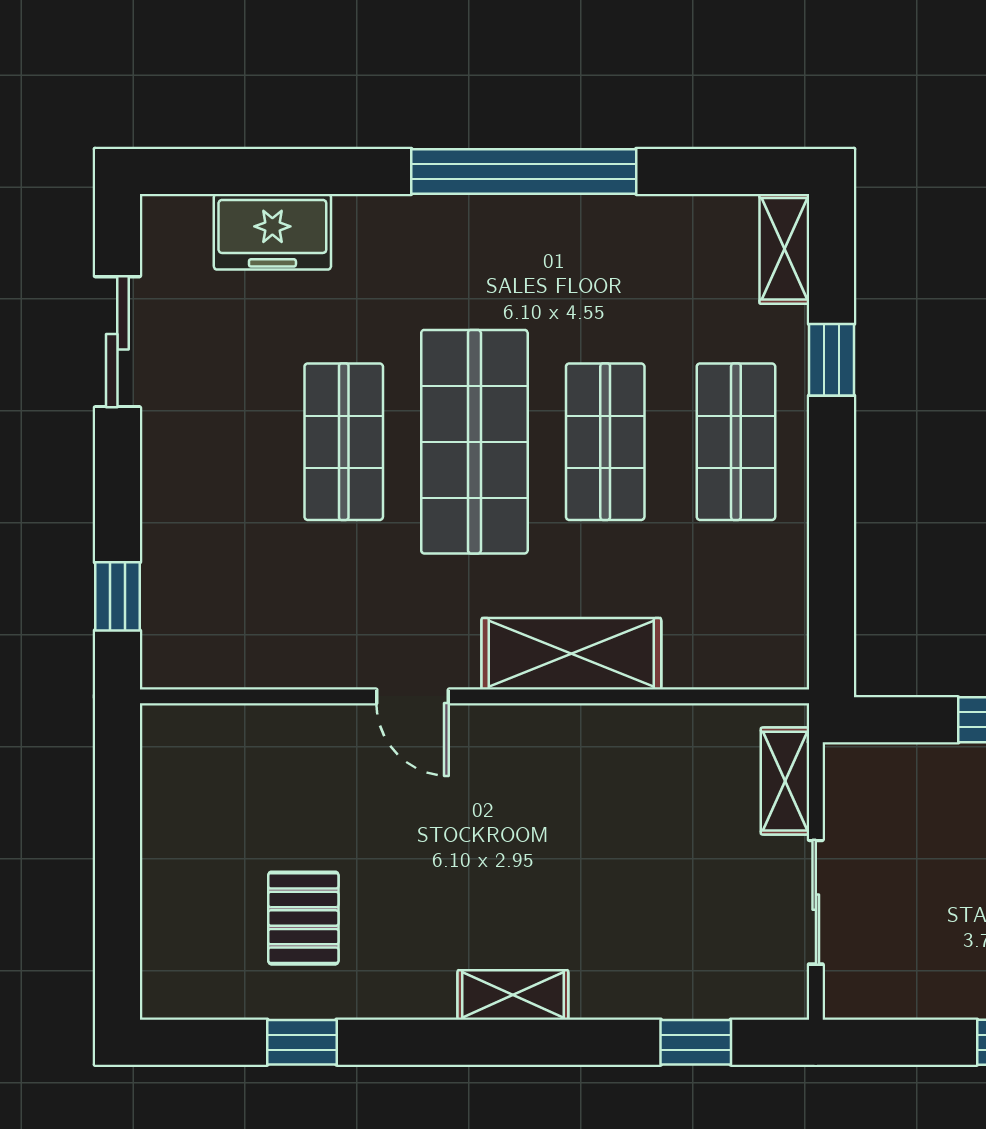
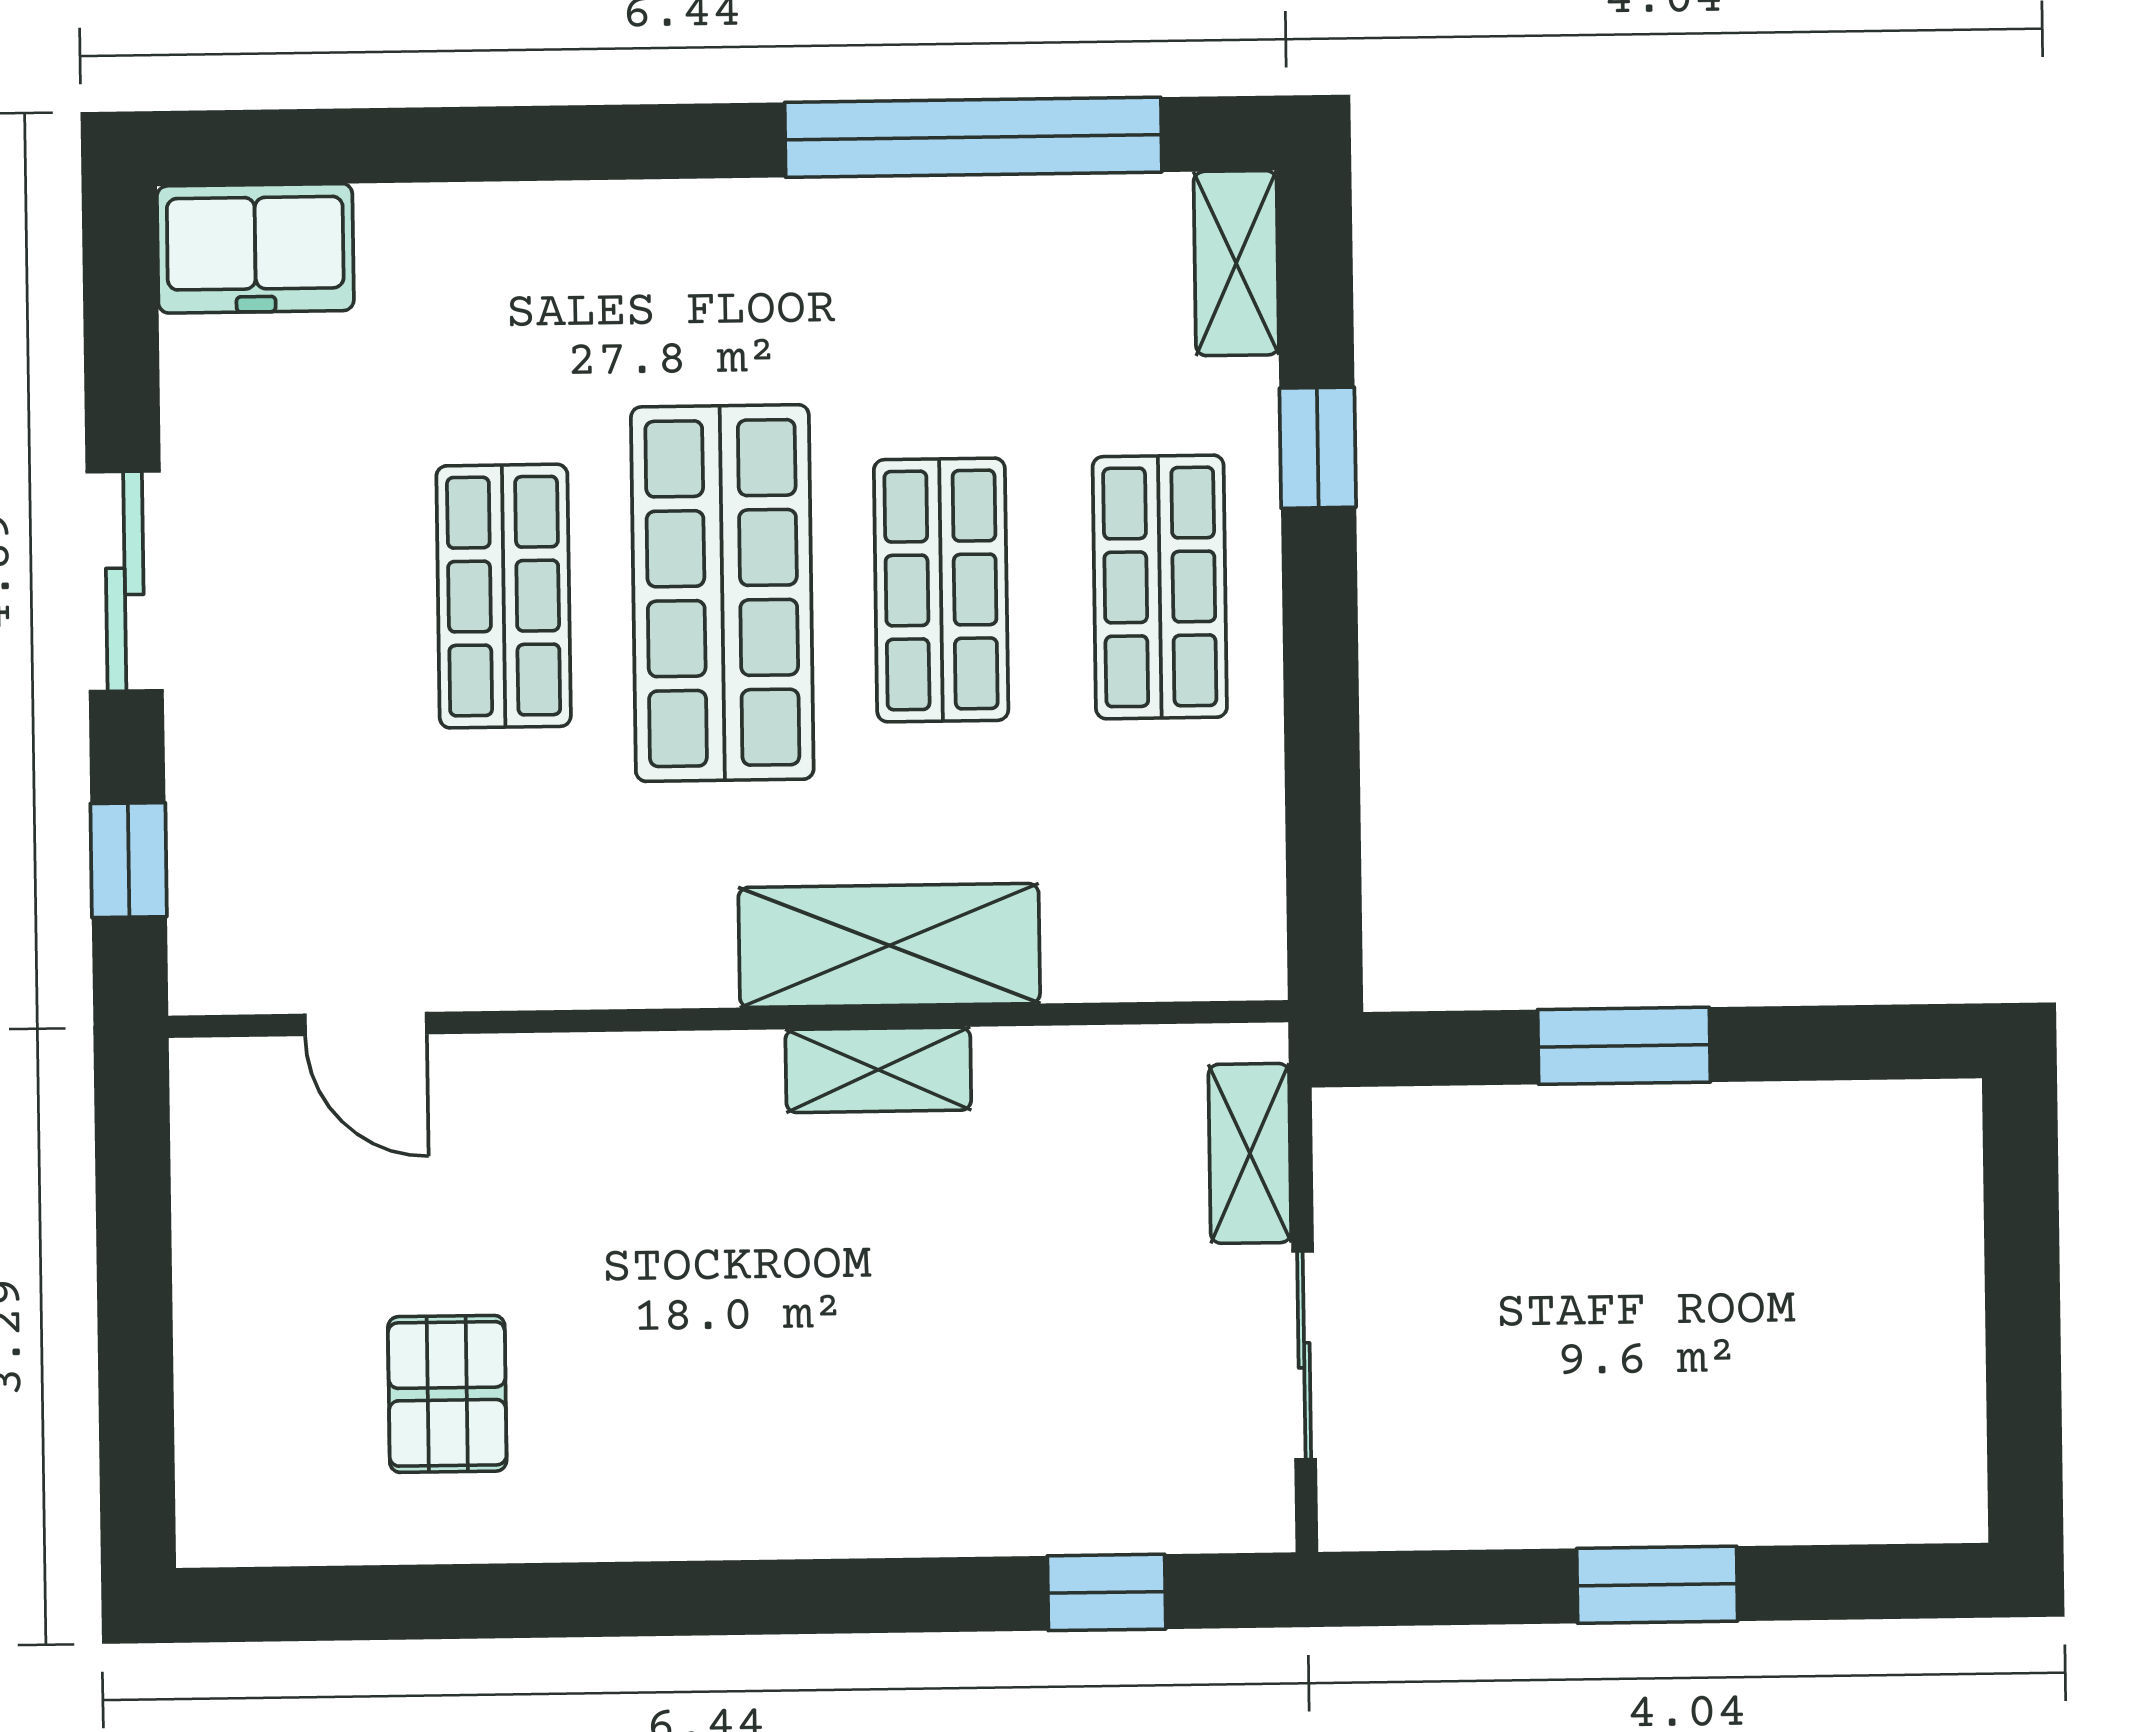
window: (524, 171) -> (973, 137), moved
freezer: (272, 232) -> (255, 248), moved
sliding door: (117, 342) -> (125, 581), moved
door: (413, 696) -> (366, 1024), moved
shelving: (513, 995) -> (878, 1070), moved
window: (302, 1042) -> (448, 1602), removed

